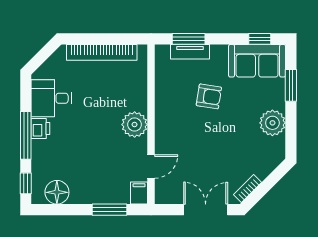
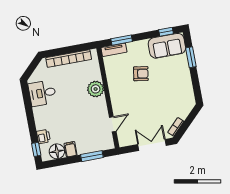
tv unit: (190, 52) -> (114, 50), moved
plant: (272, 123) -> (184, 83), removed
plant: (135, 125) -> (96, 89), moved
printer: (40, 128) -> (43, 136), moved
window: (26, 135) -> (31, 119), removed
filing cabinet: (139, 193) -> (71, 149), moved

